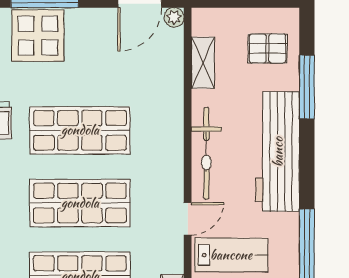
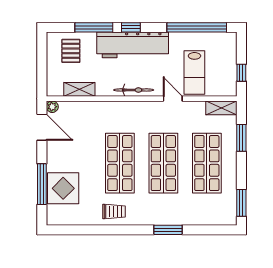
window: (307, 149) -> (131, 27), added
bicycle: (206, 153) -> (134, 90), width x0.73, depth x0.71
lab bench: (231, 255) -> (194, 73), turned 180

